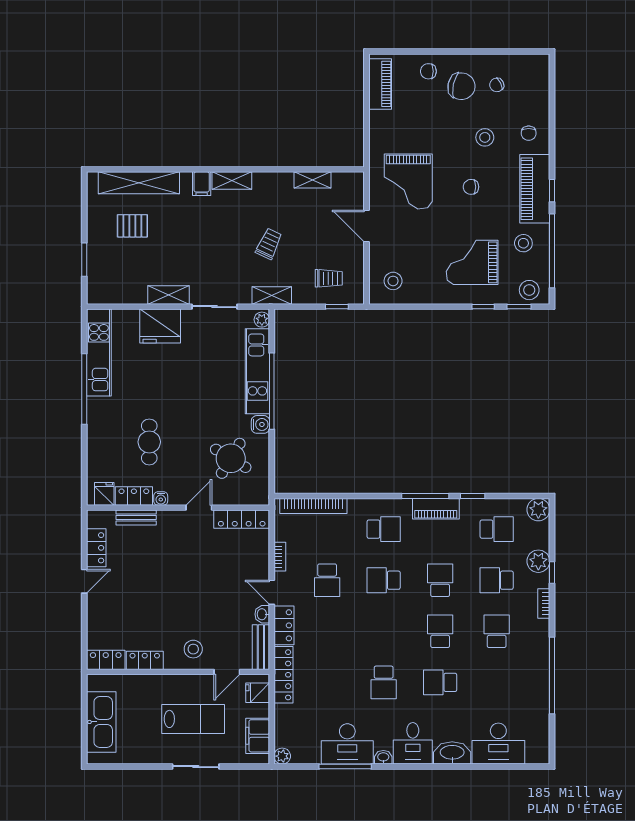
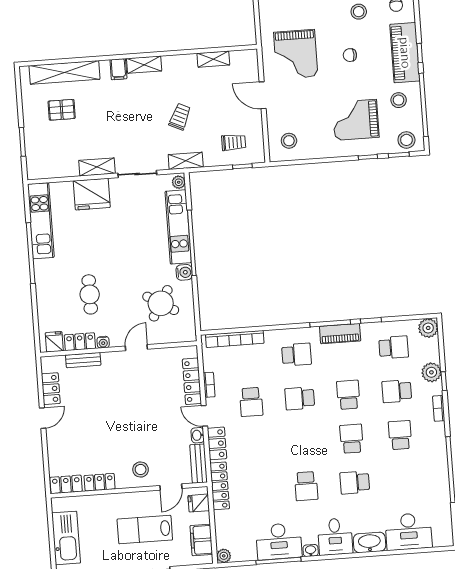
locker: (242, 519) -> (192, 381), moved, turned 90
lab bench: (193, 719) -> (145, 530), turned 180

